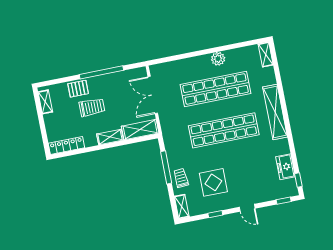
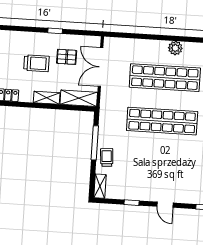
window: (101, 72) -> (55, 31), width x0.32
pallet: (78, 89) -> (67, 57), moved
display table: (213, 182) -> (138, 170), removed

